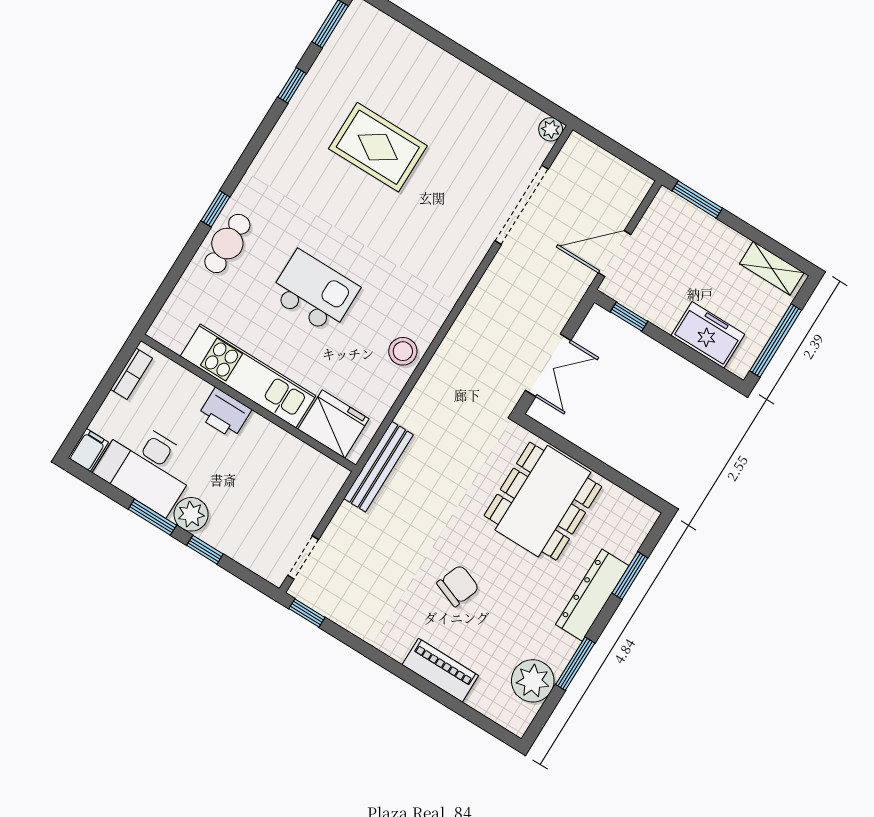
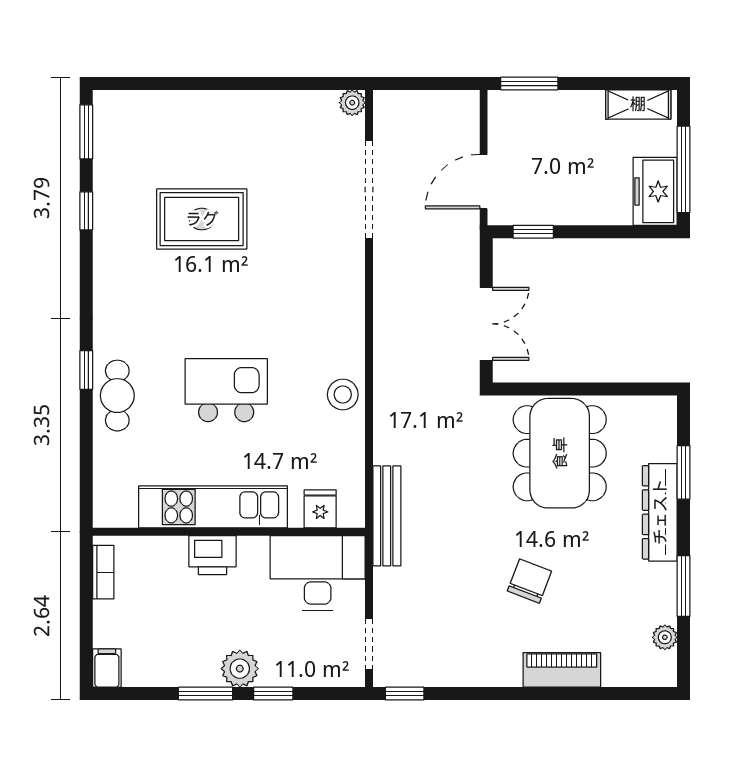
freezer: (708, 335) -> (655, 191), moved, turned -90
fridge: (333, 424) -> (320, 509), width x0.53, depth x0.75
desk: (147, 467) -> (318, 573), moved, turned 180
plant: (533, 681) -> (665, 637), width x0.53, depth x0.53

